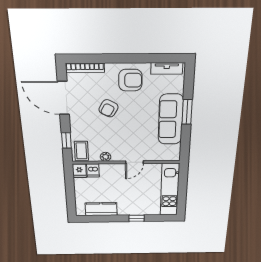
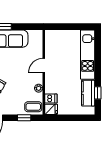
door: (134, 162) -> (44, 66), swing flipped
kitchen unit: (170, 190) -> (88, 55), moved, turned 90
window: (137, 218) -> (98, 93), moved

